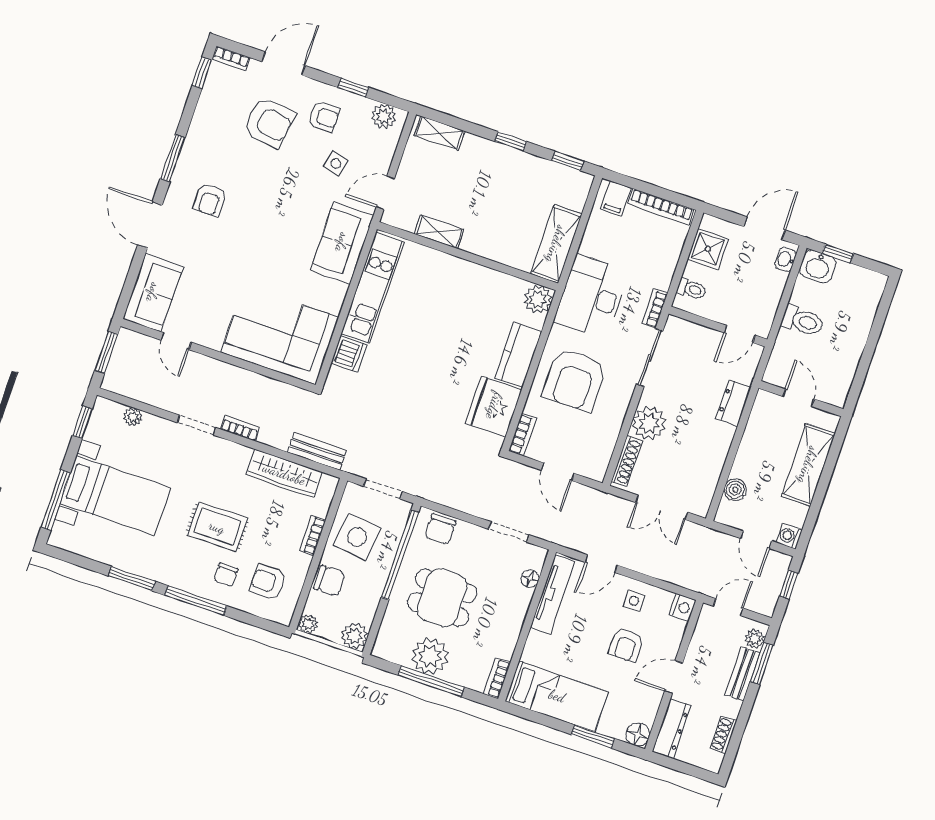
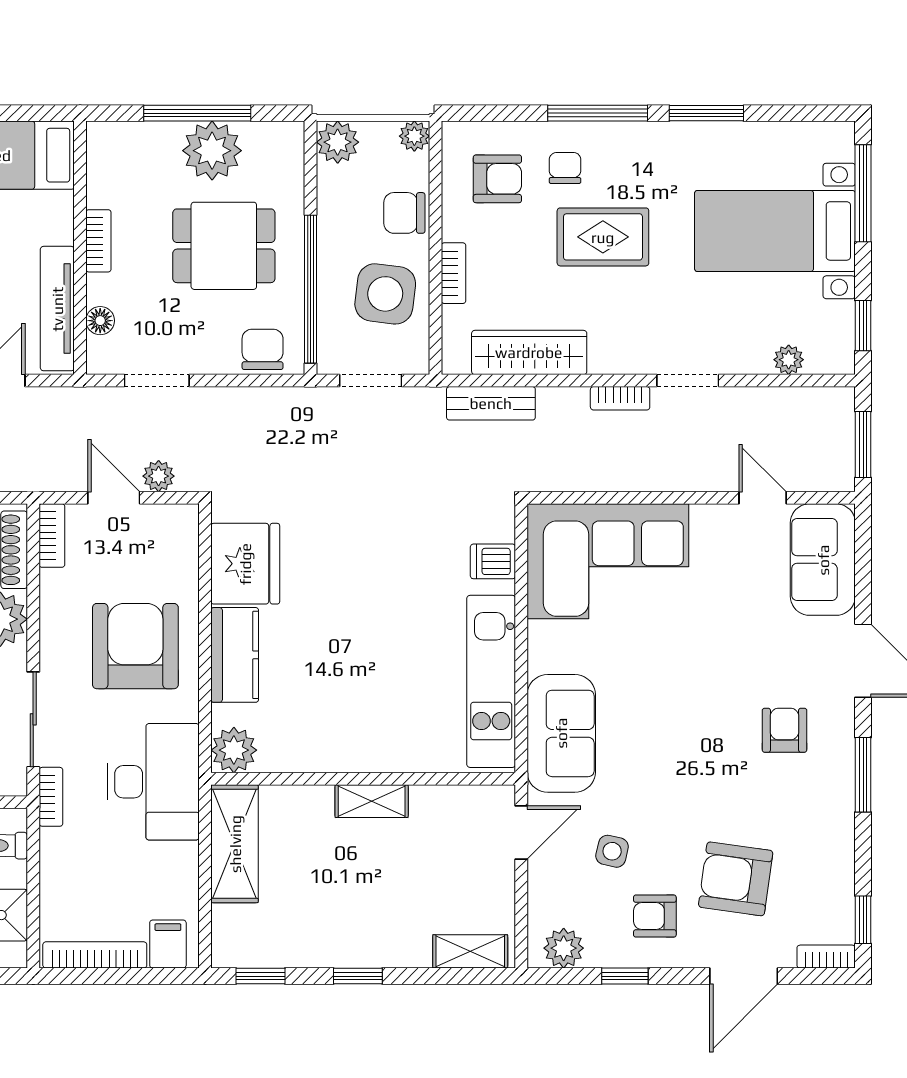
shelving: (439, 232) -> (372, 801), moved
dishwasher: (349, 354) -> (493, 561), width x0.73
bookcase: (523, 435) -> (52, 536), moved, turned 180
plant: (527, 475) -> (159, 476), added
bookcase: (497, 678) -> (98, 241), moved

